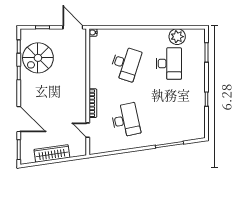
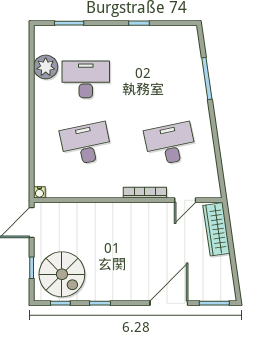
spiral stairs: (38, 58) -> (62, 274), moved
desk: (126, 64) -> (86, 144), turned -30
wardrobe: (52, 153) -> (216, 229), moved

